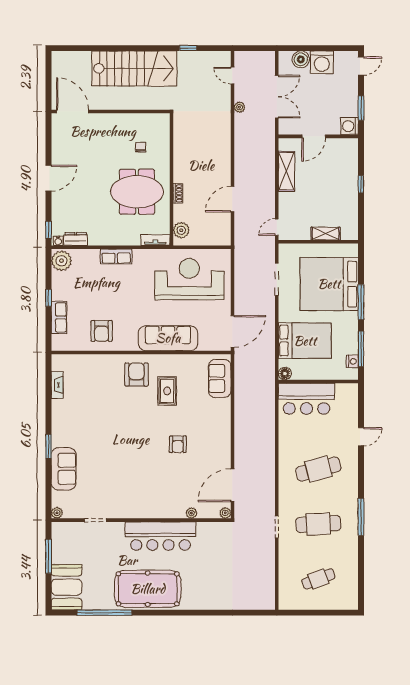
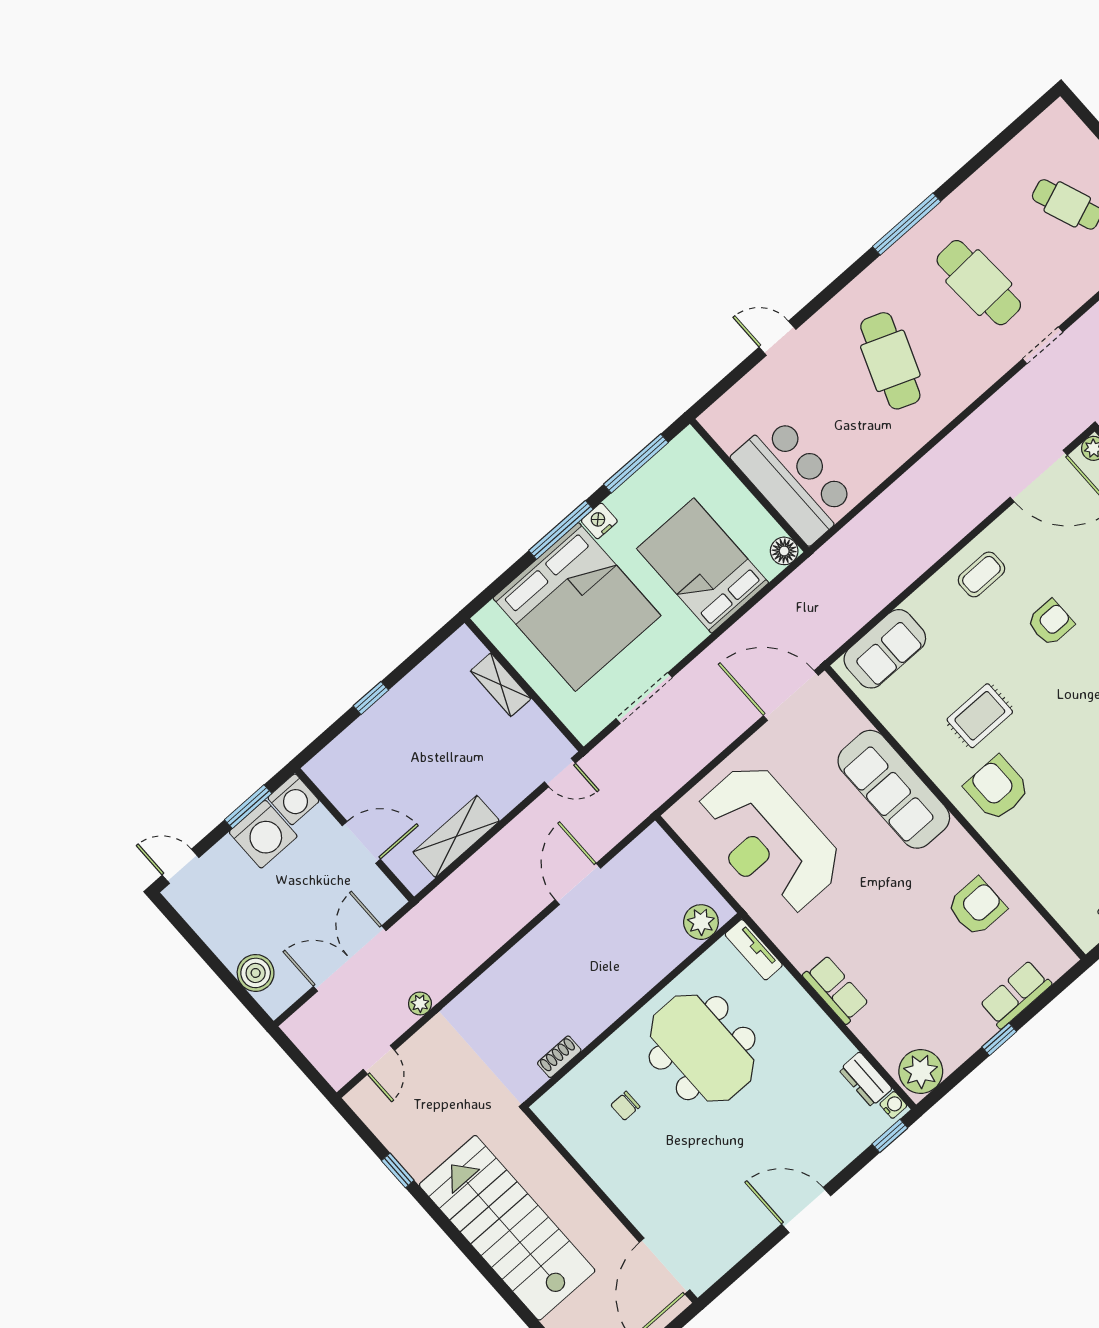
washing machine: (322, 62) -> (263, 834), moved, turned 90
shoe rack: (178, 193) -> (559, 1057), moved
door: (232, 199) -> (578, 884), swing flipped
nightstand: (352, 361) -> (599, 521), moved
armchair: (137, 375) -> (997, 788), turned 90
coffee table: (216, 435) -> (981, 574), added
cafe table: (318, 469) -> (890, 361), turned 36

